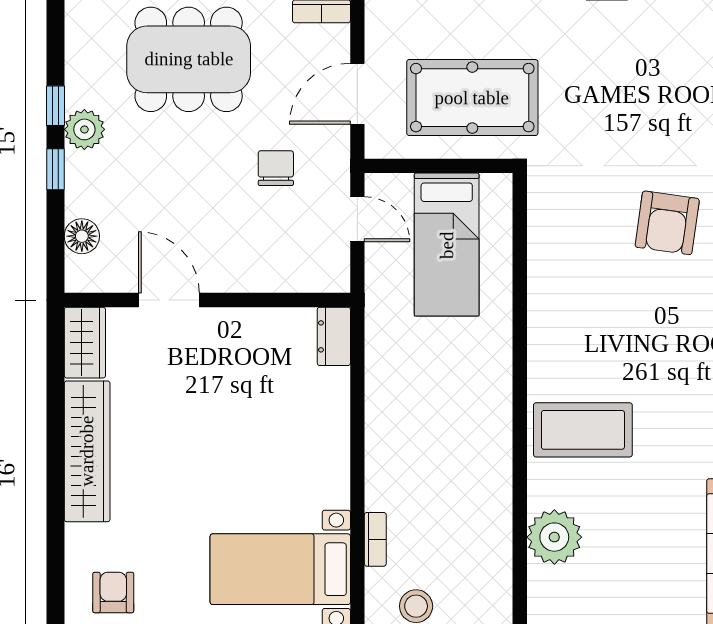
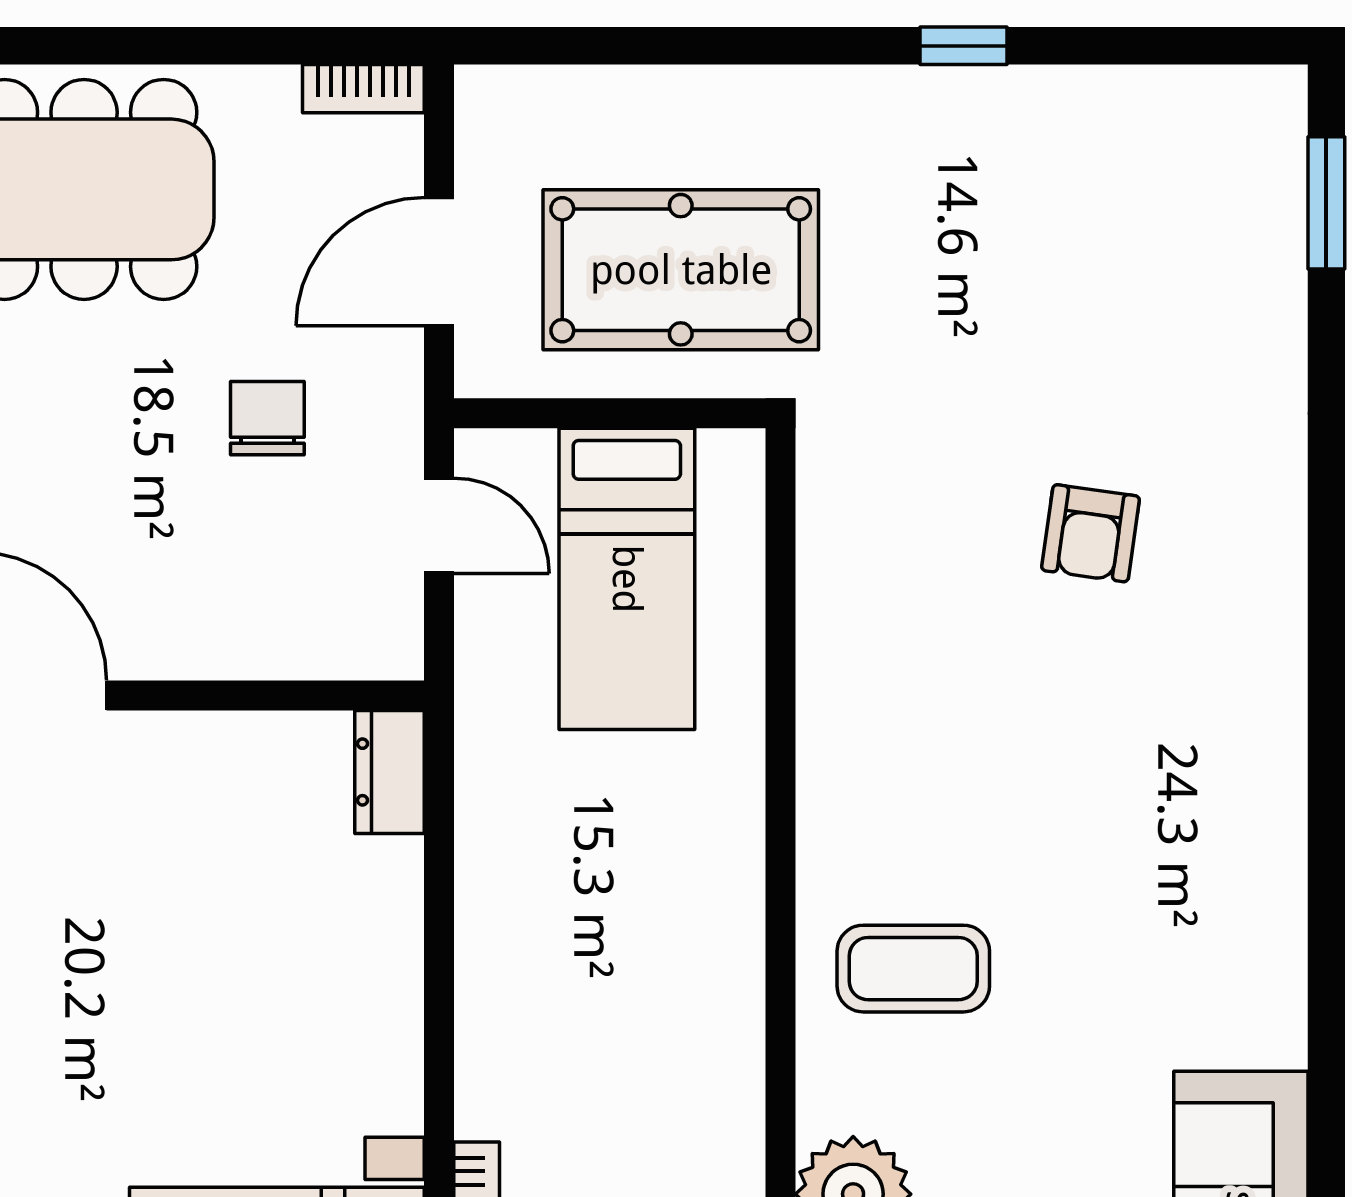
armchair: (667, 223) -> (1091, 533), width x0.72, depth x0.72
coffee table: (583, 430) -> (913, 969), width x0.73, depth x0.76

